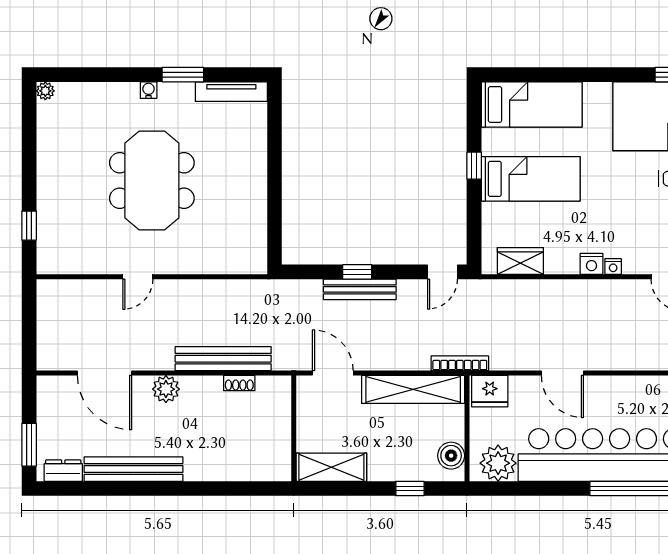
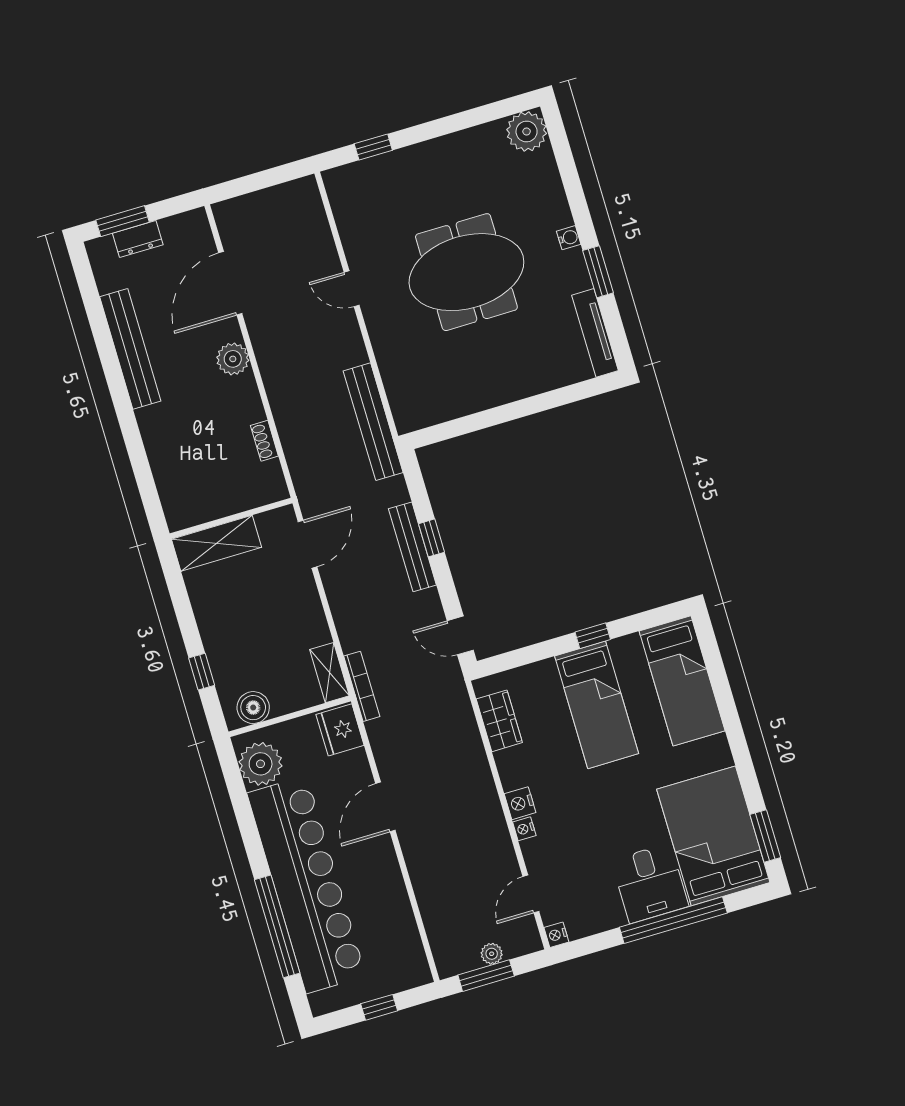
plant: (45, 91) -> (527, 131), width x1.88, depth x1.88
bench: (223, 359) -> (373, 422), moved
shelving: (413, 389) -> (330, 673), width x0.45, depth x0.75
shelving: (331, 467) -> (216, 543), moved, turned 90
dresser: (63, 471) -> (138, 239), moved, turned 90

